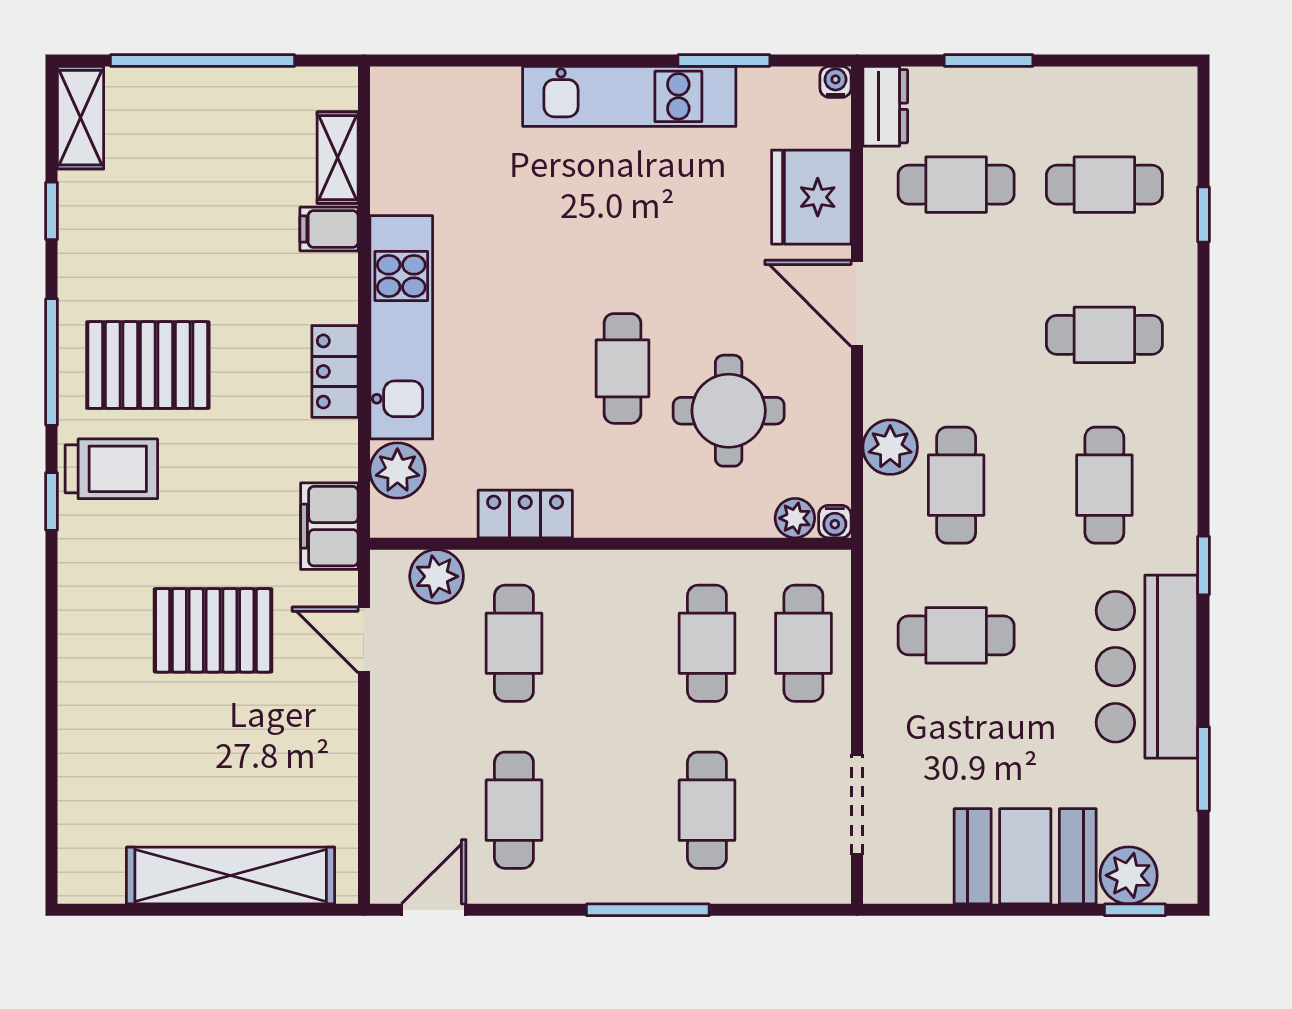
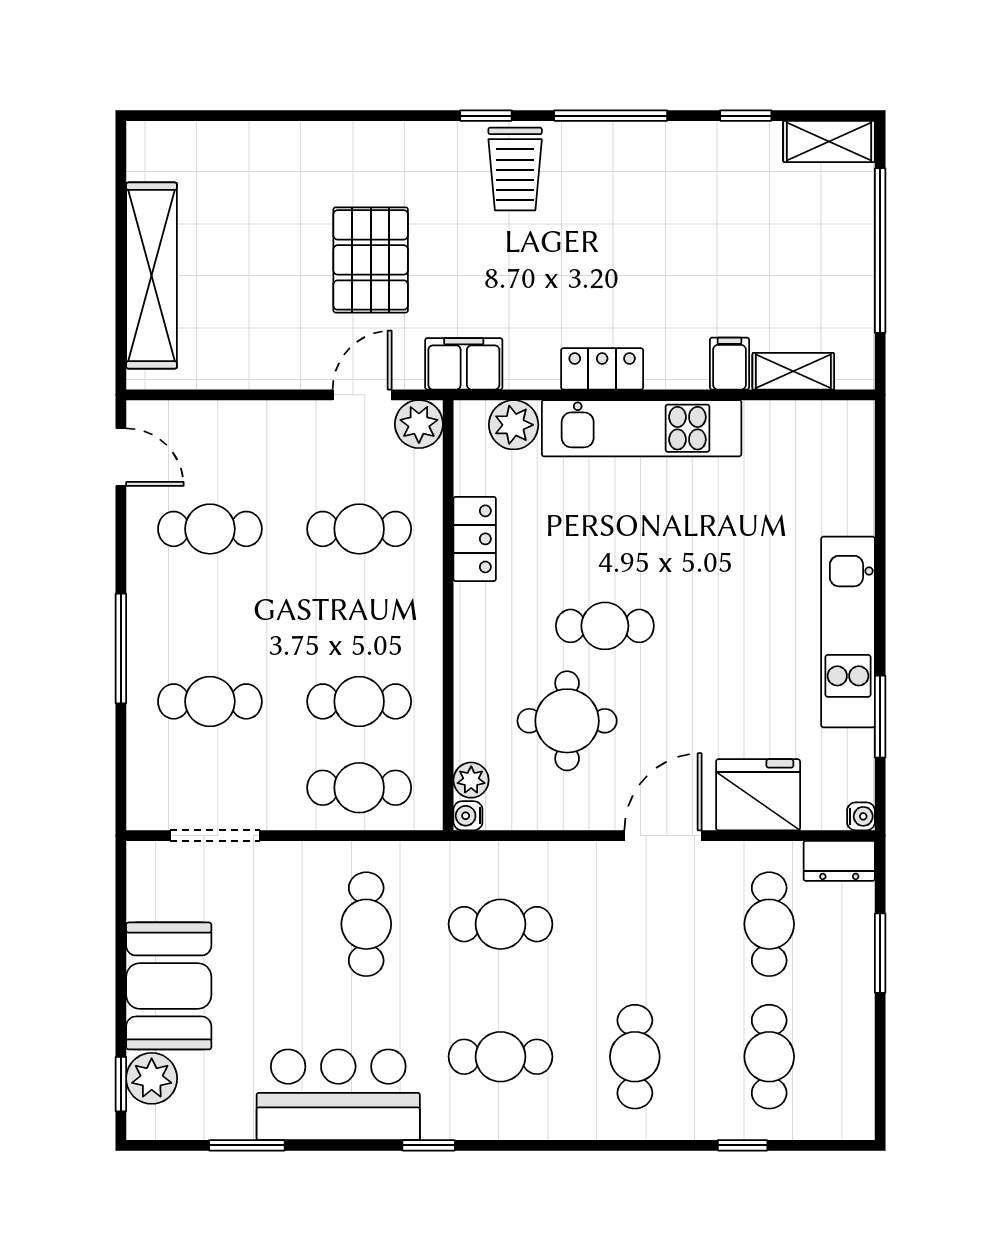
pallet: (148, 365) -> (608, 202), removed
plant: (890, 447) -> (534, 865), removed
plant: (437, 576) -> (419, 424), moved

